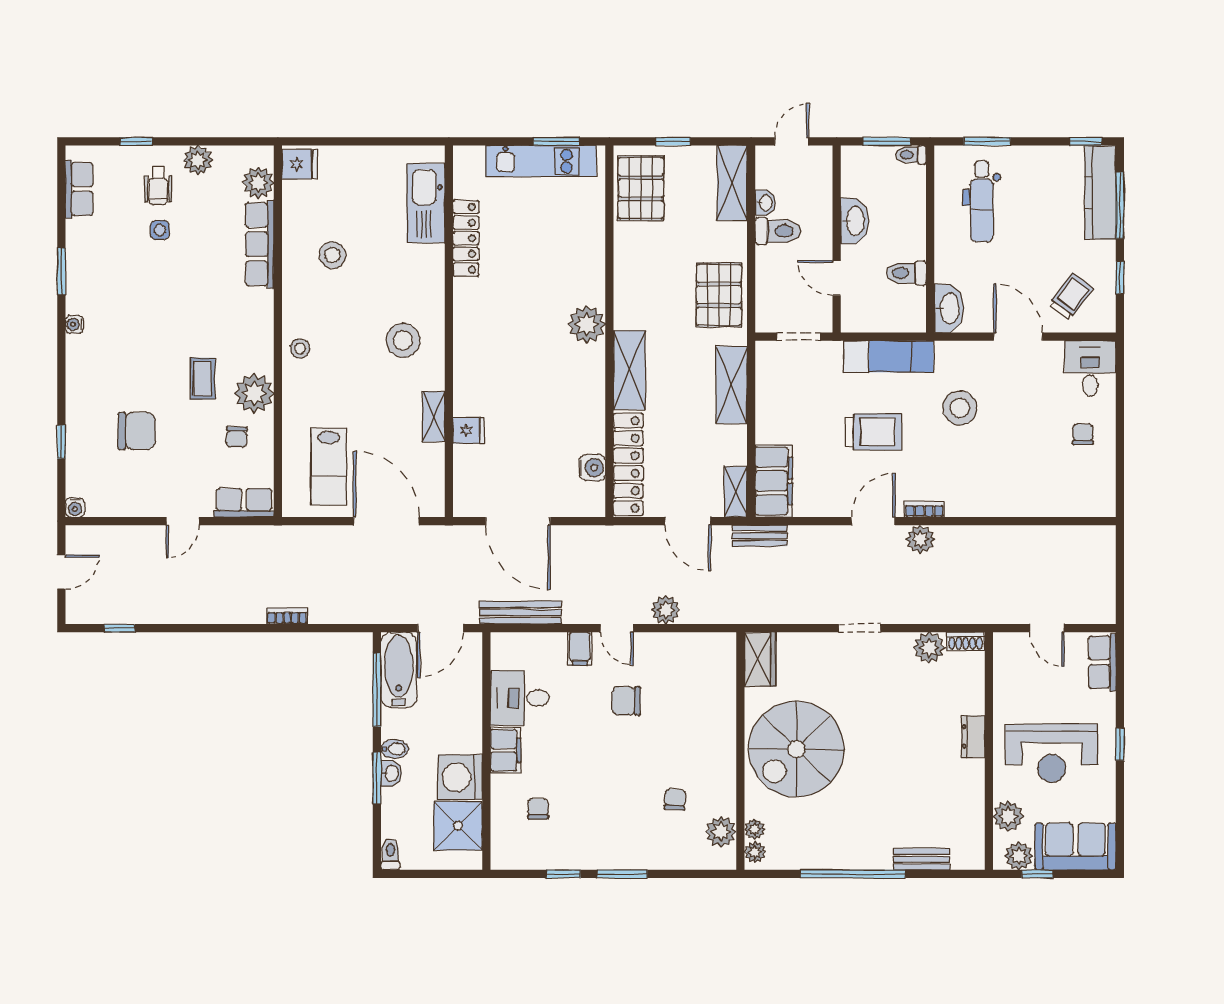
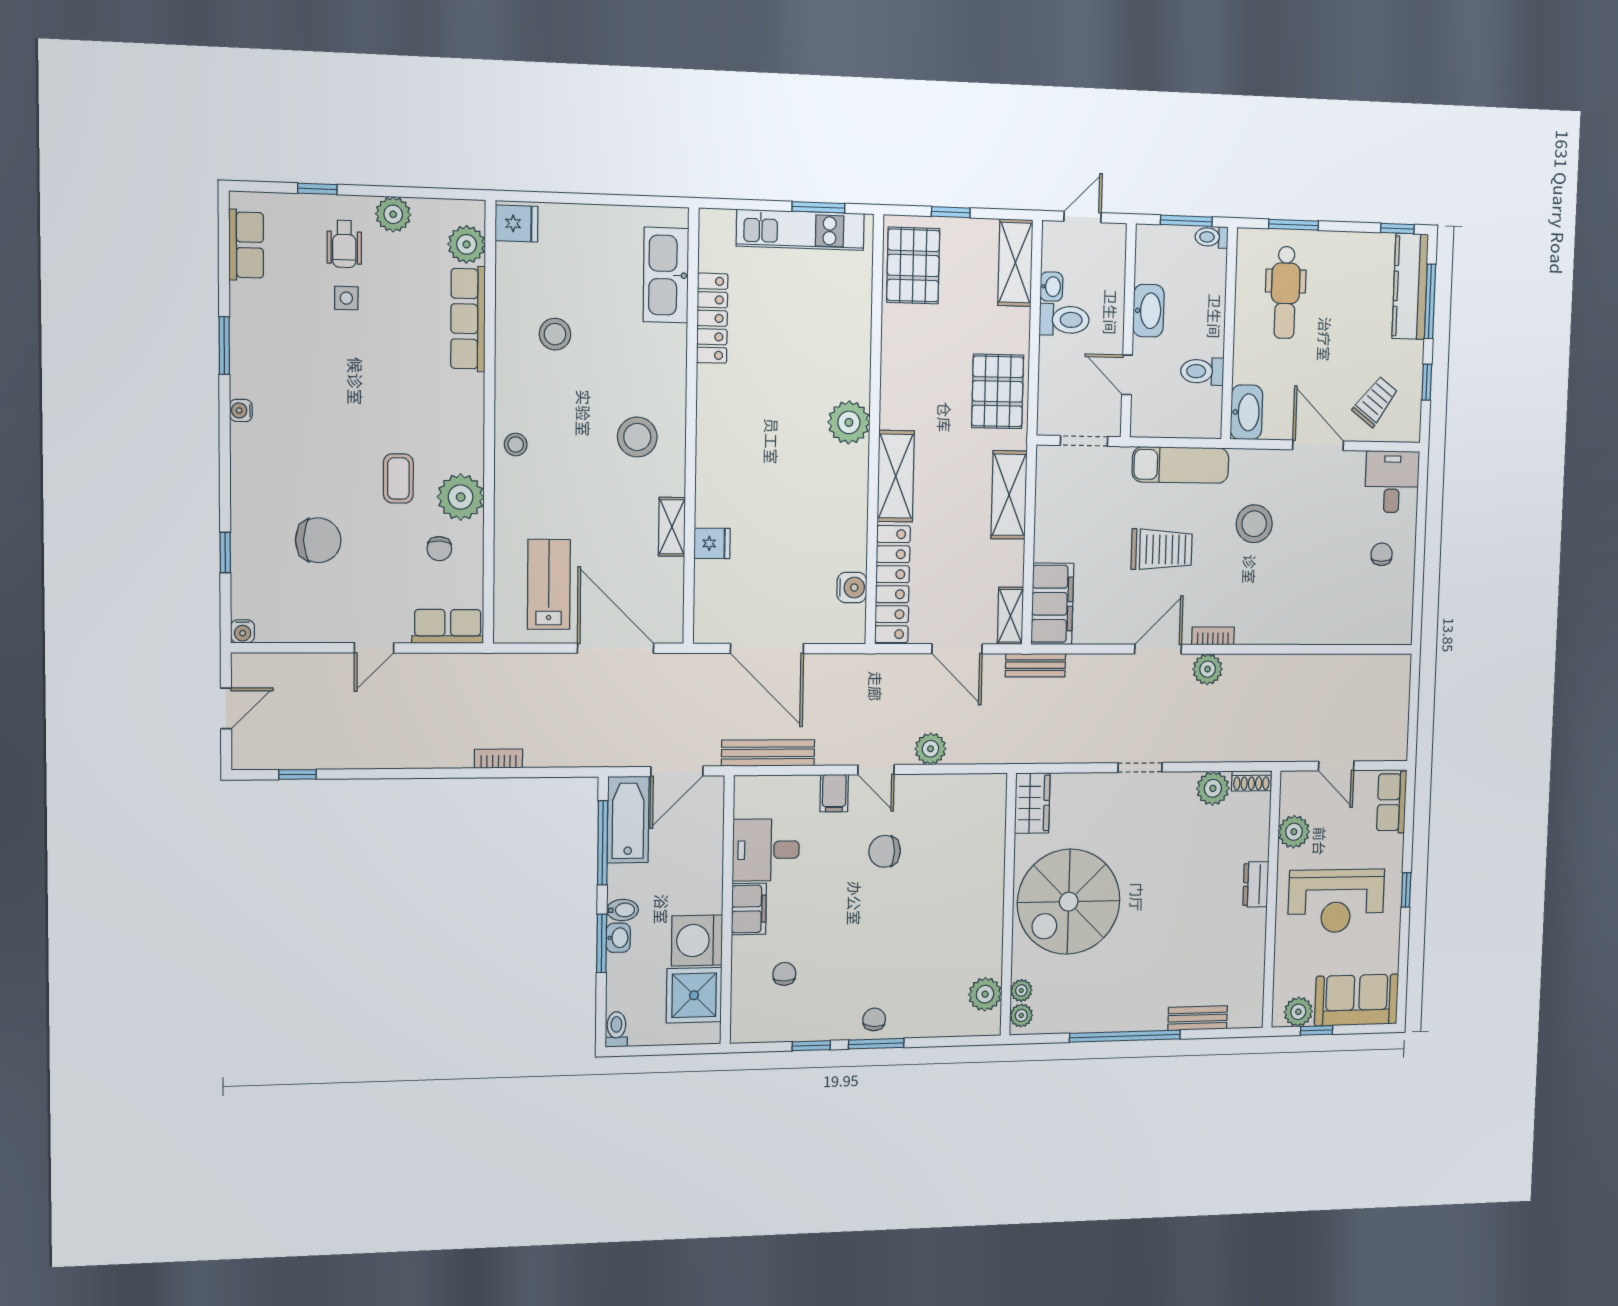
lab bench: (329, 467) -> (549, 584), turned 180
chair: (675, 800) -> (874, 1019), moved
plant: (1008, 816) -> (1294, 832), moved

